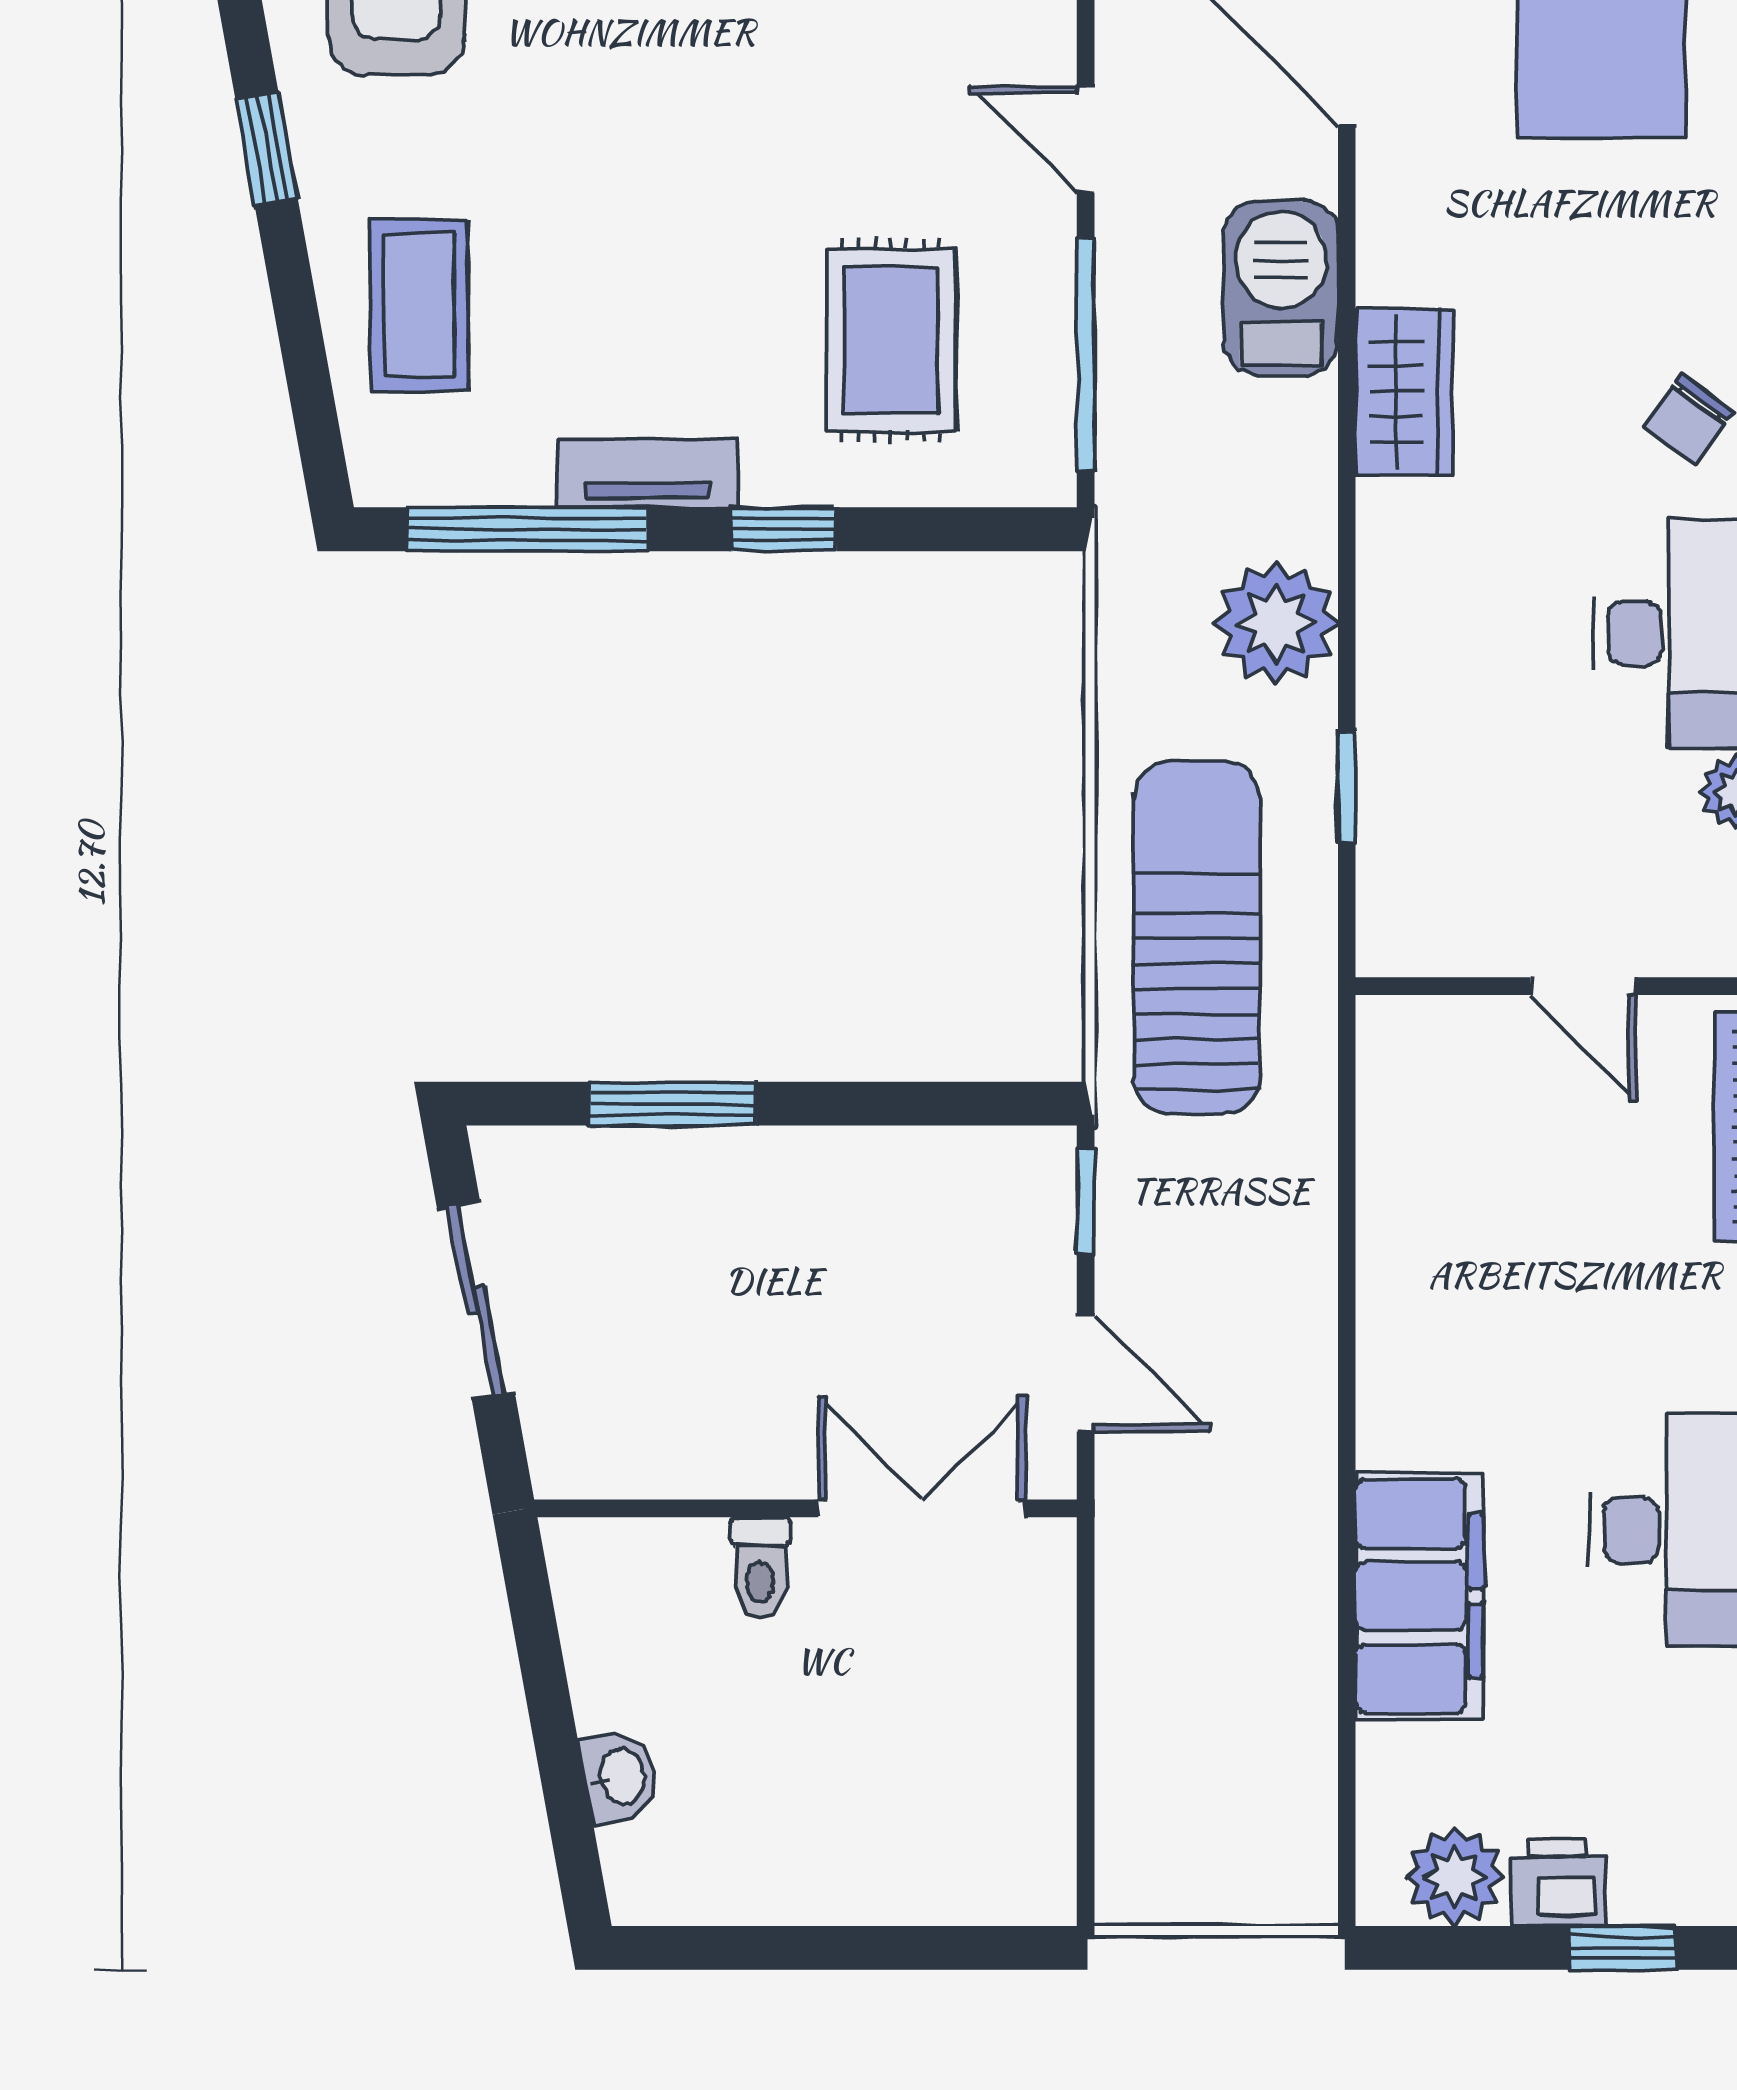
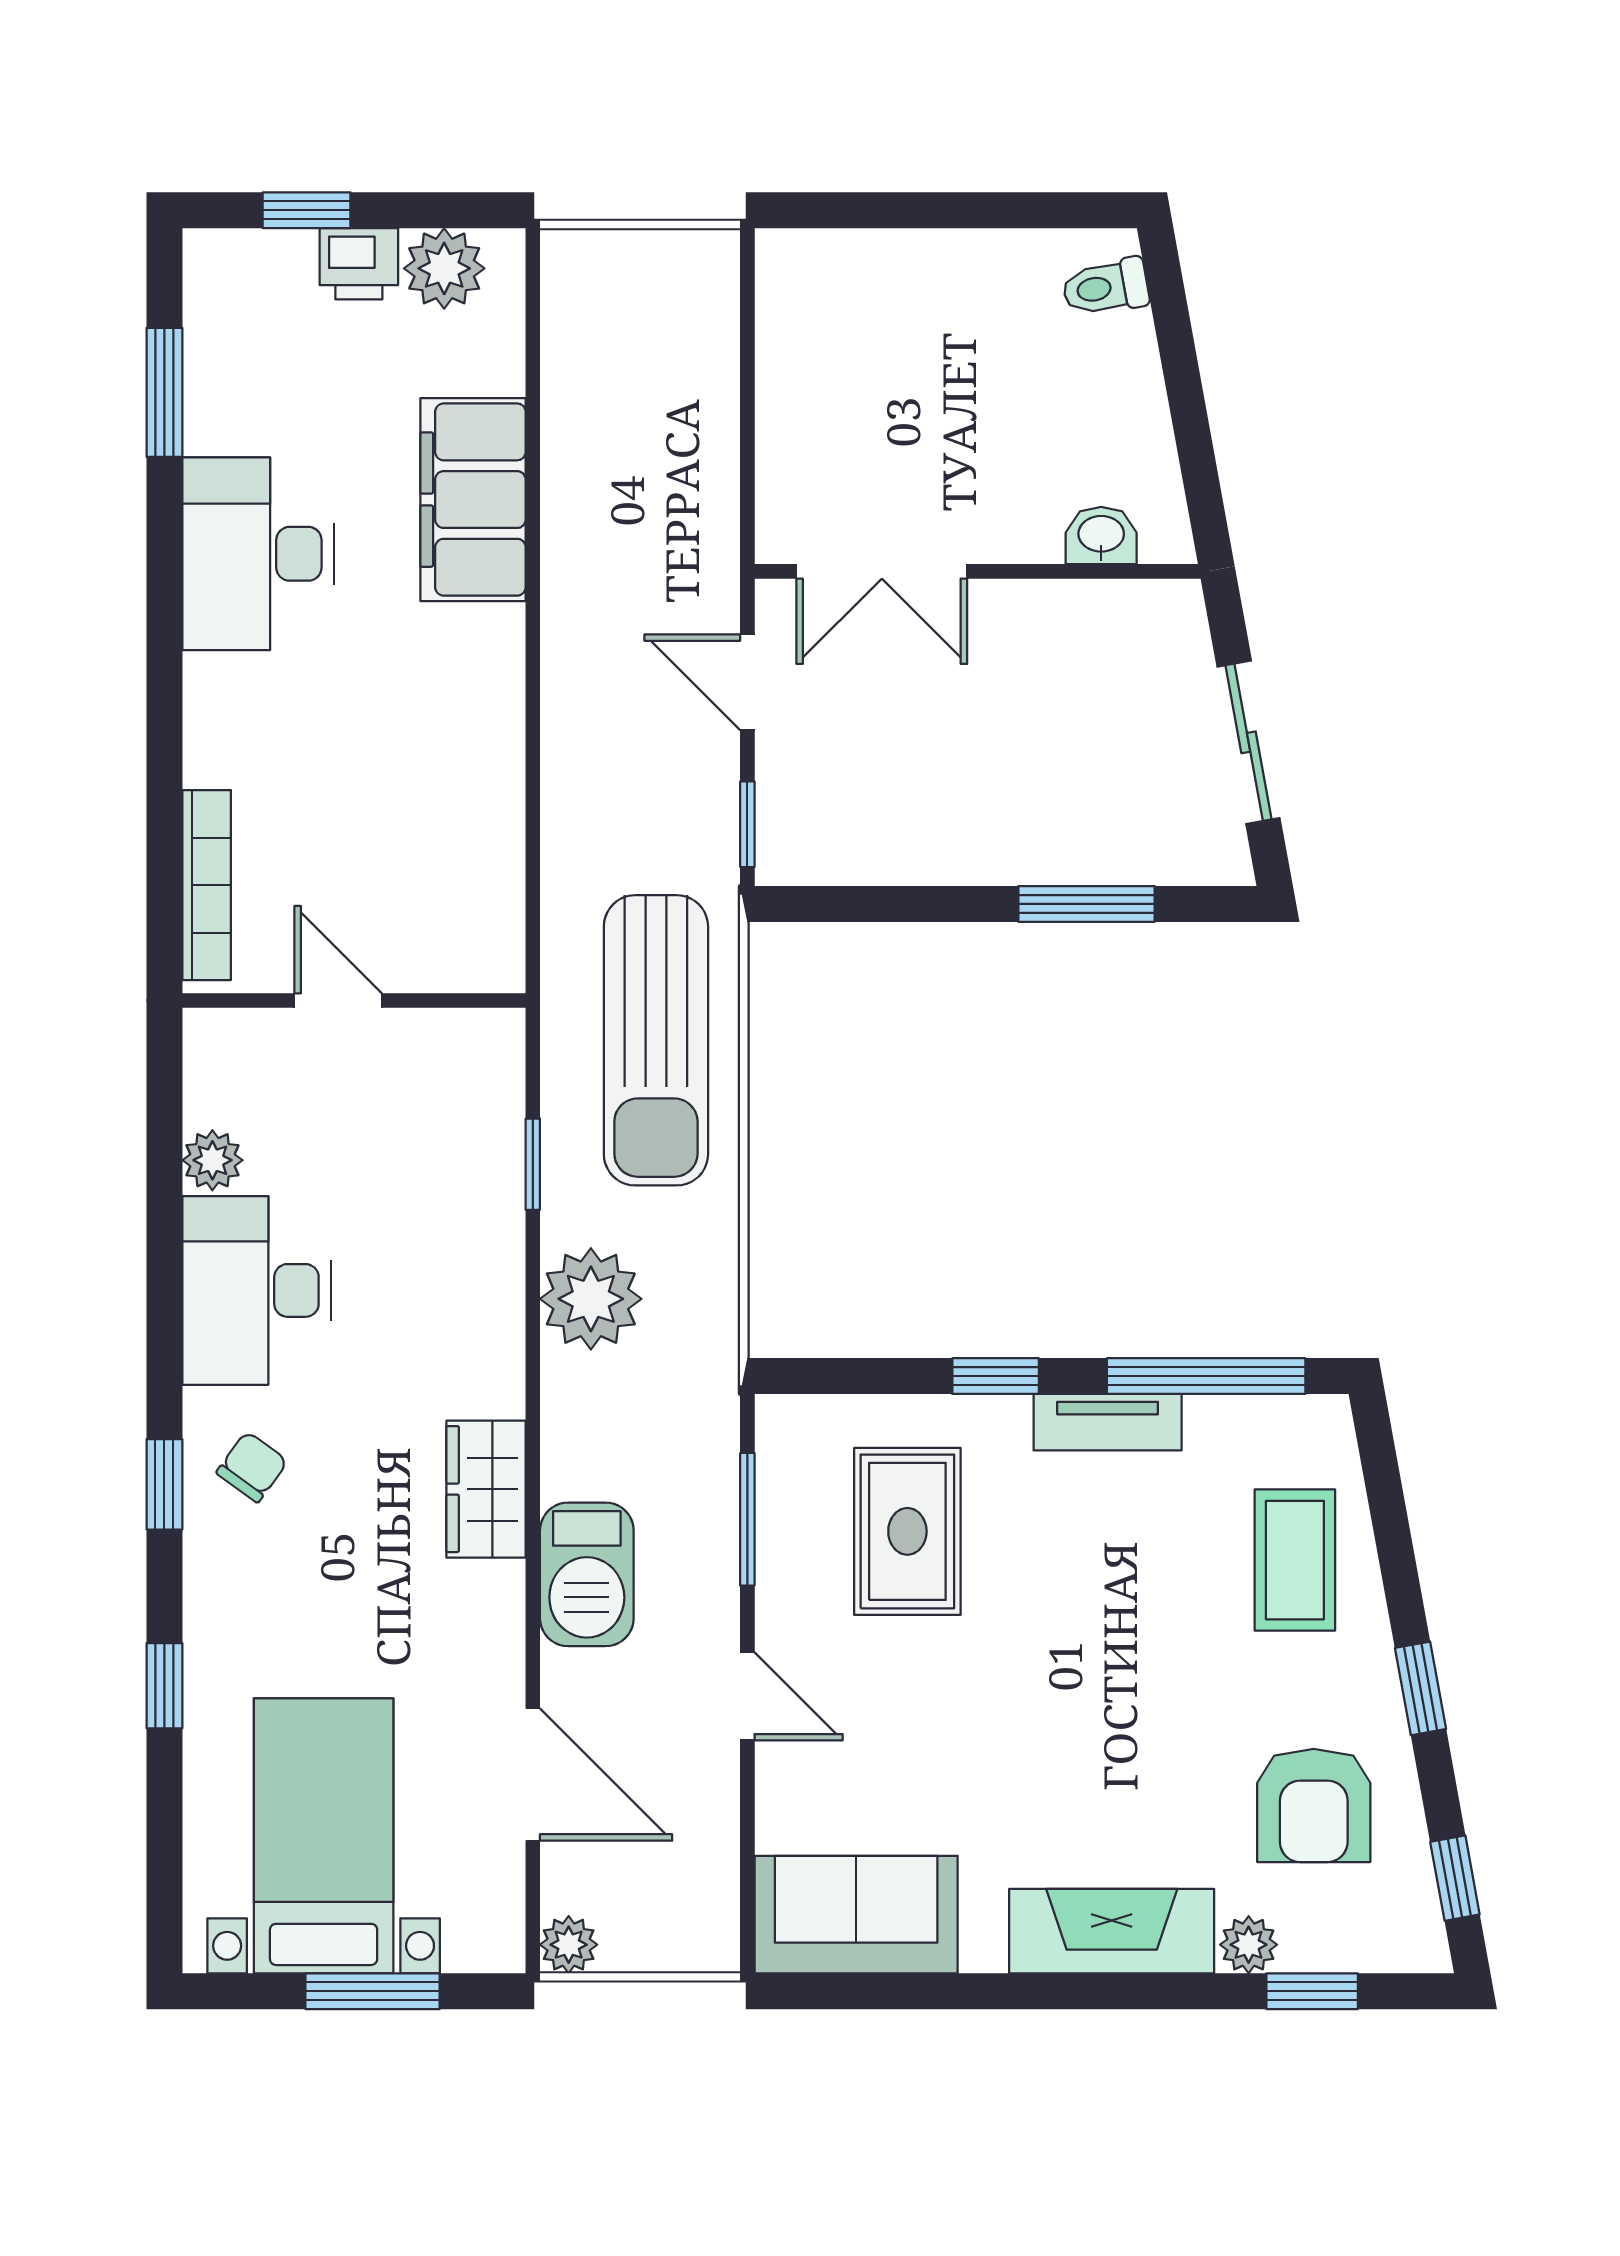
window: (1086, 355) -> (747, 1519), width x0.69
toilet: (760, 1567) -> (1106, 287), moved, turned -100
washbasin: (620, 1777) -> (1101, 536), moved, turned 100

